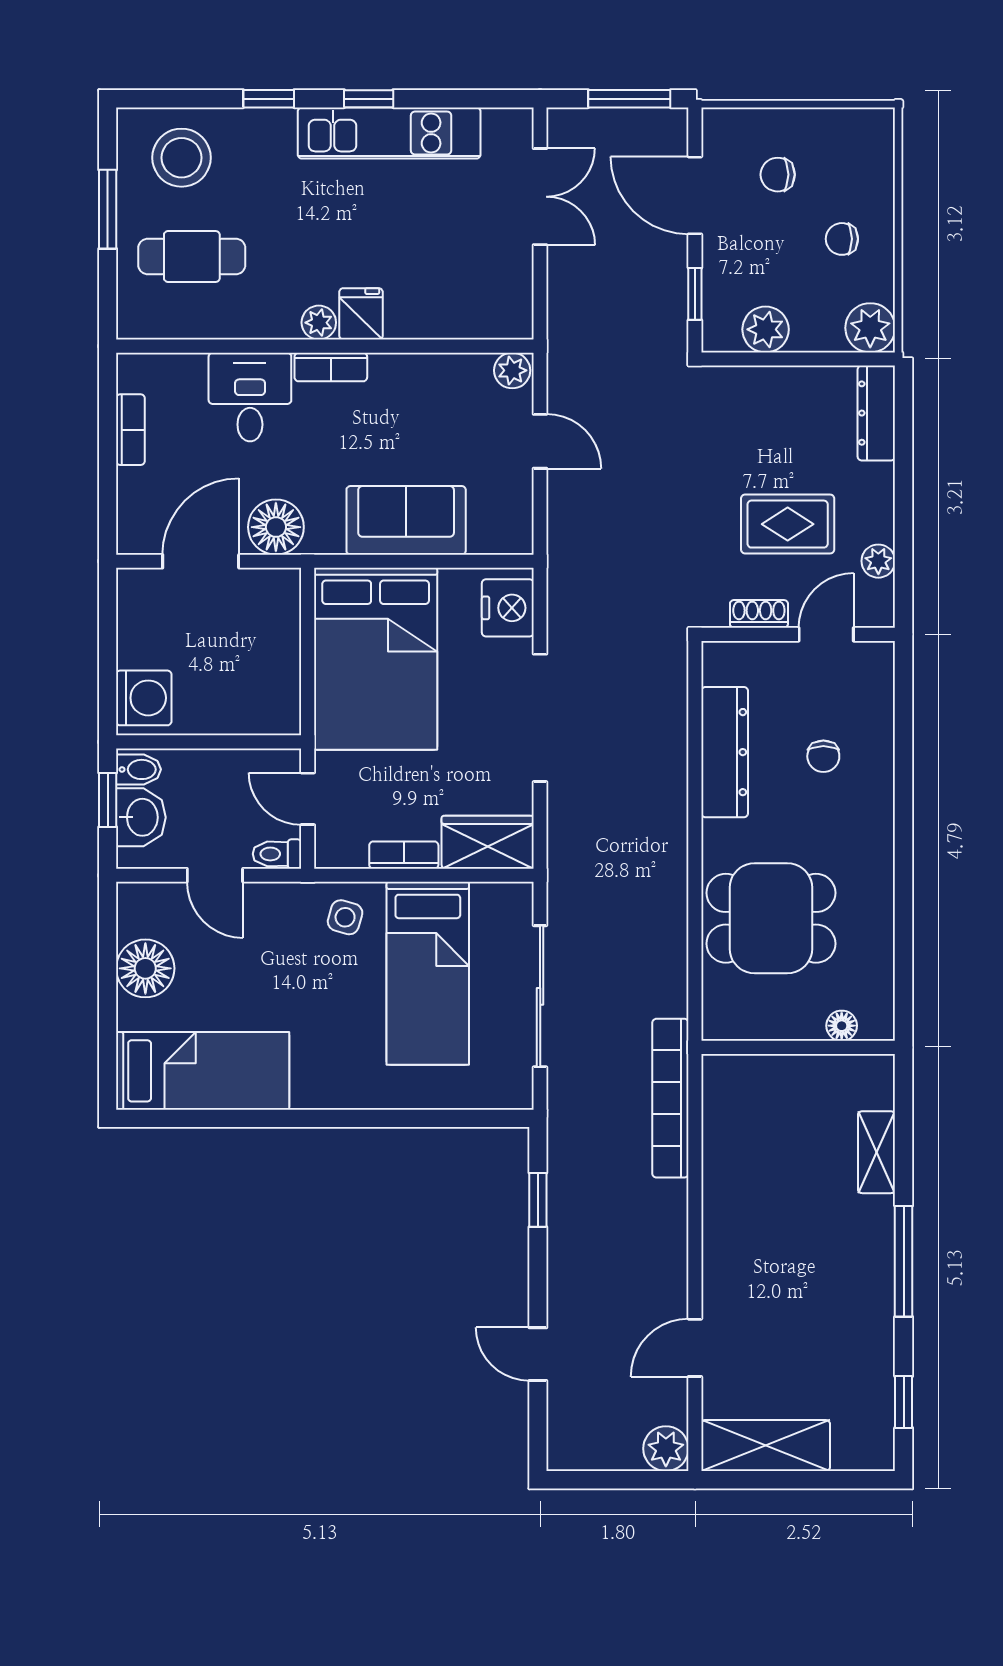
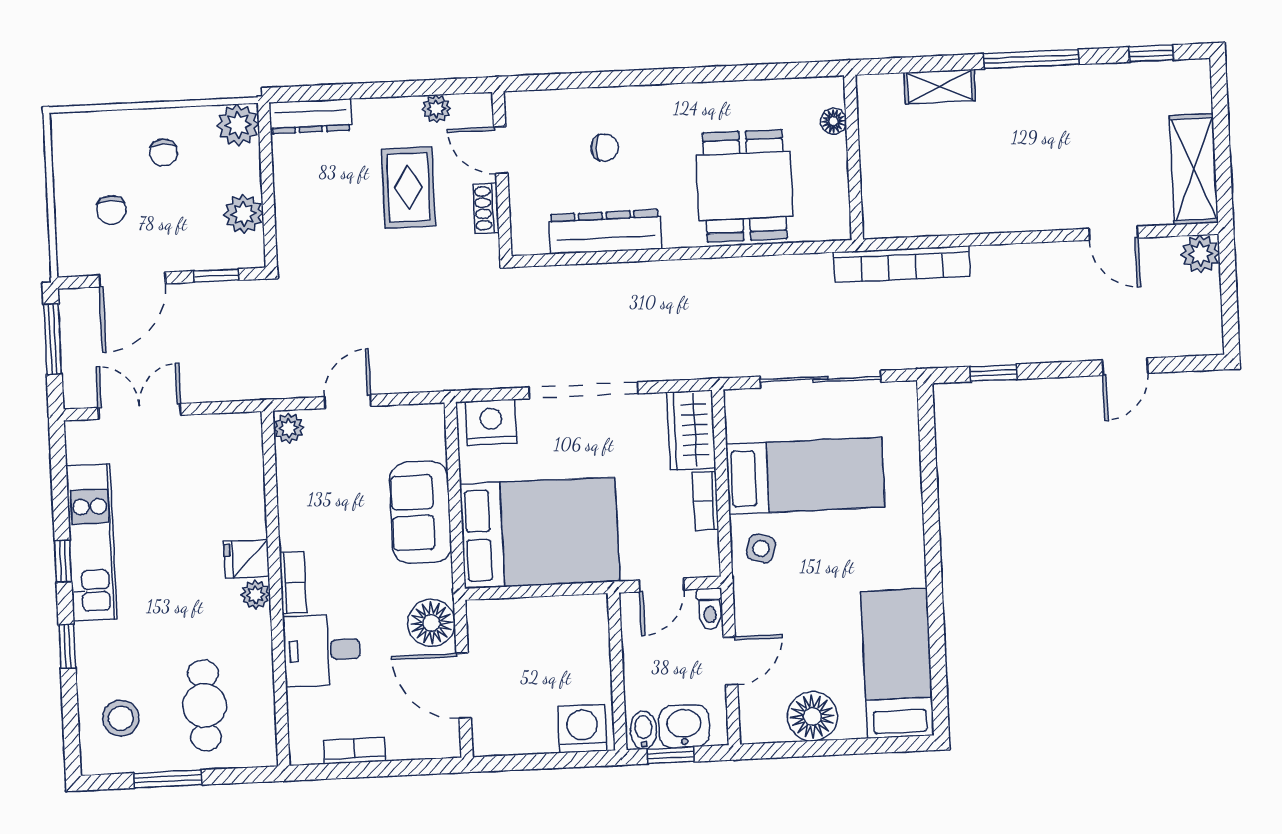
stool: (182, 158) -> (121, 718), width x0.73, depth x0.73

